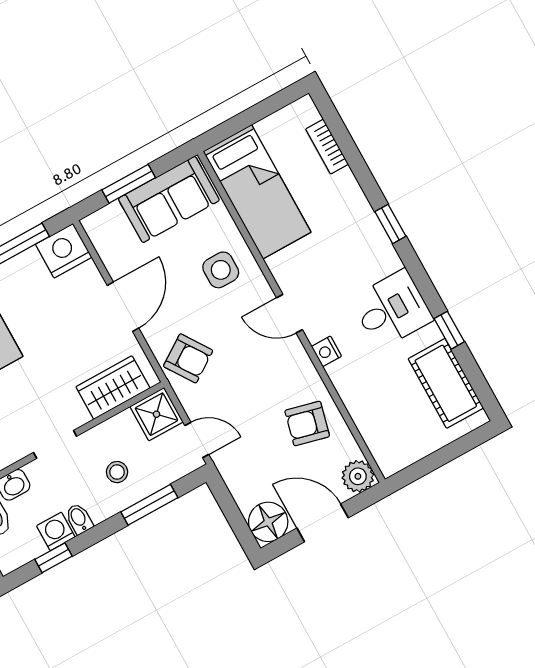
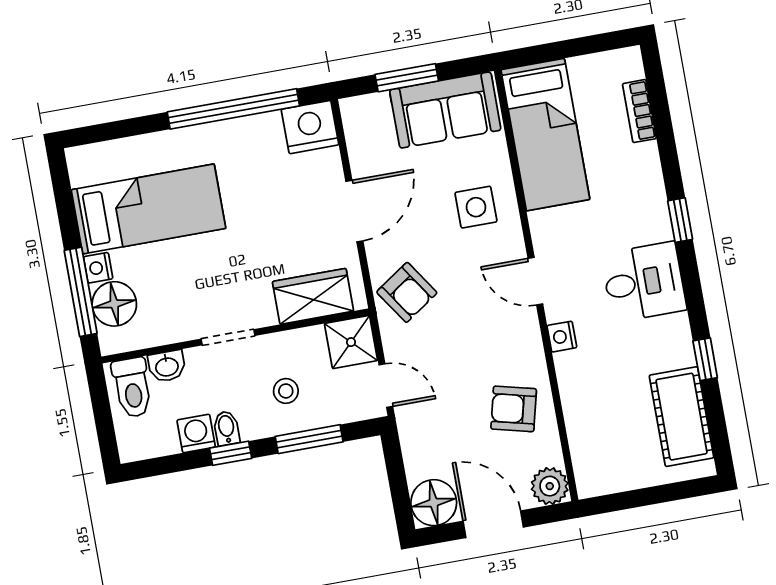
desk: (392, 309) -> (644, 282), moved
window: (53, 558) -> (231, 453), moved

